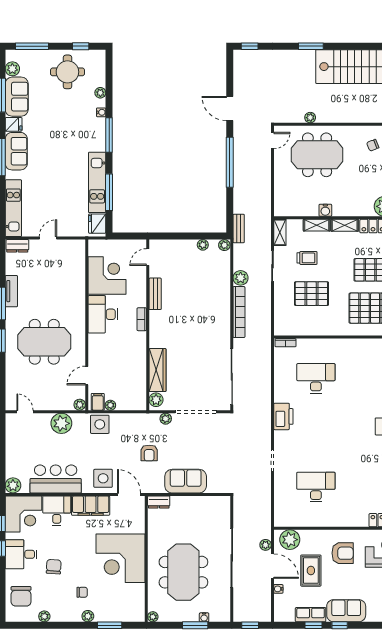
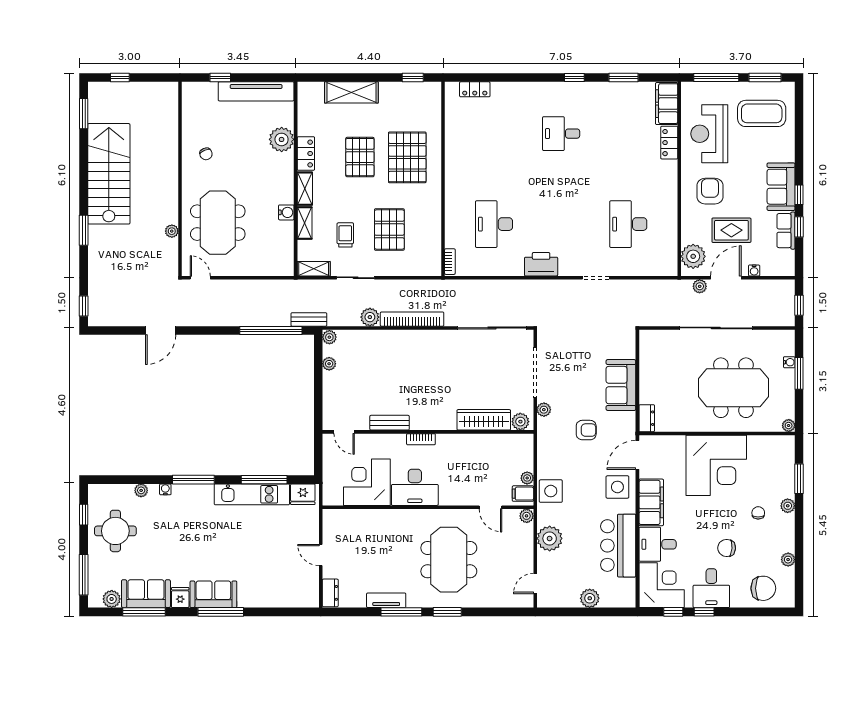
window: (230, 162) -> (271, 330), moved
kitchen unit: (13, 208) -> (284, 598), removed
plant: (13, 485) -> (590, 598), moved

